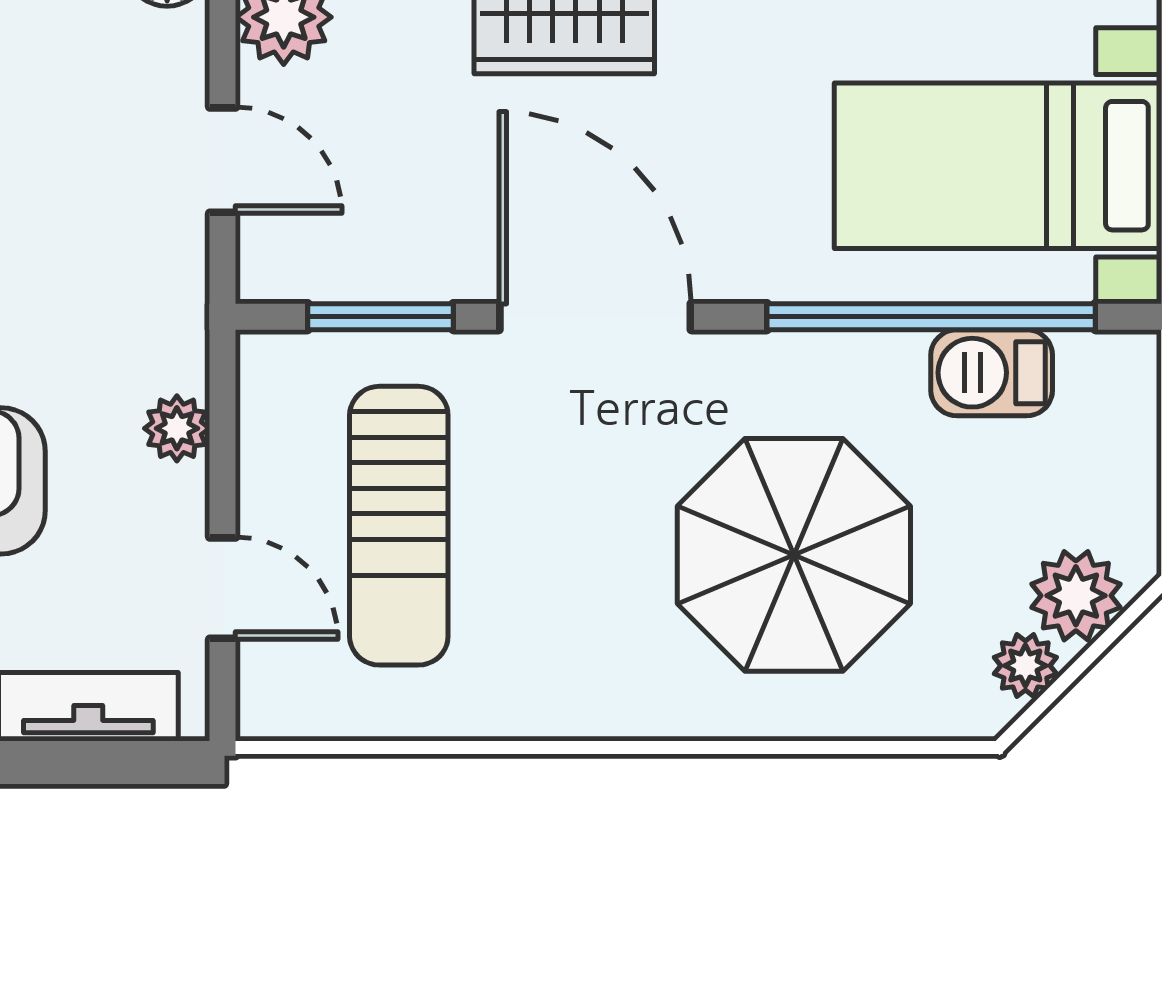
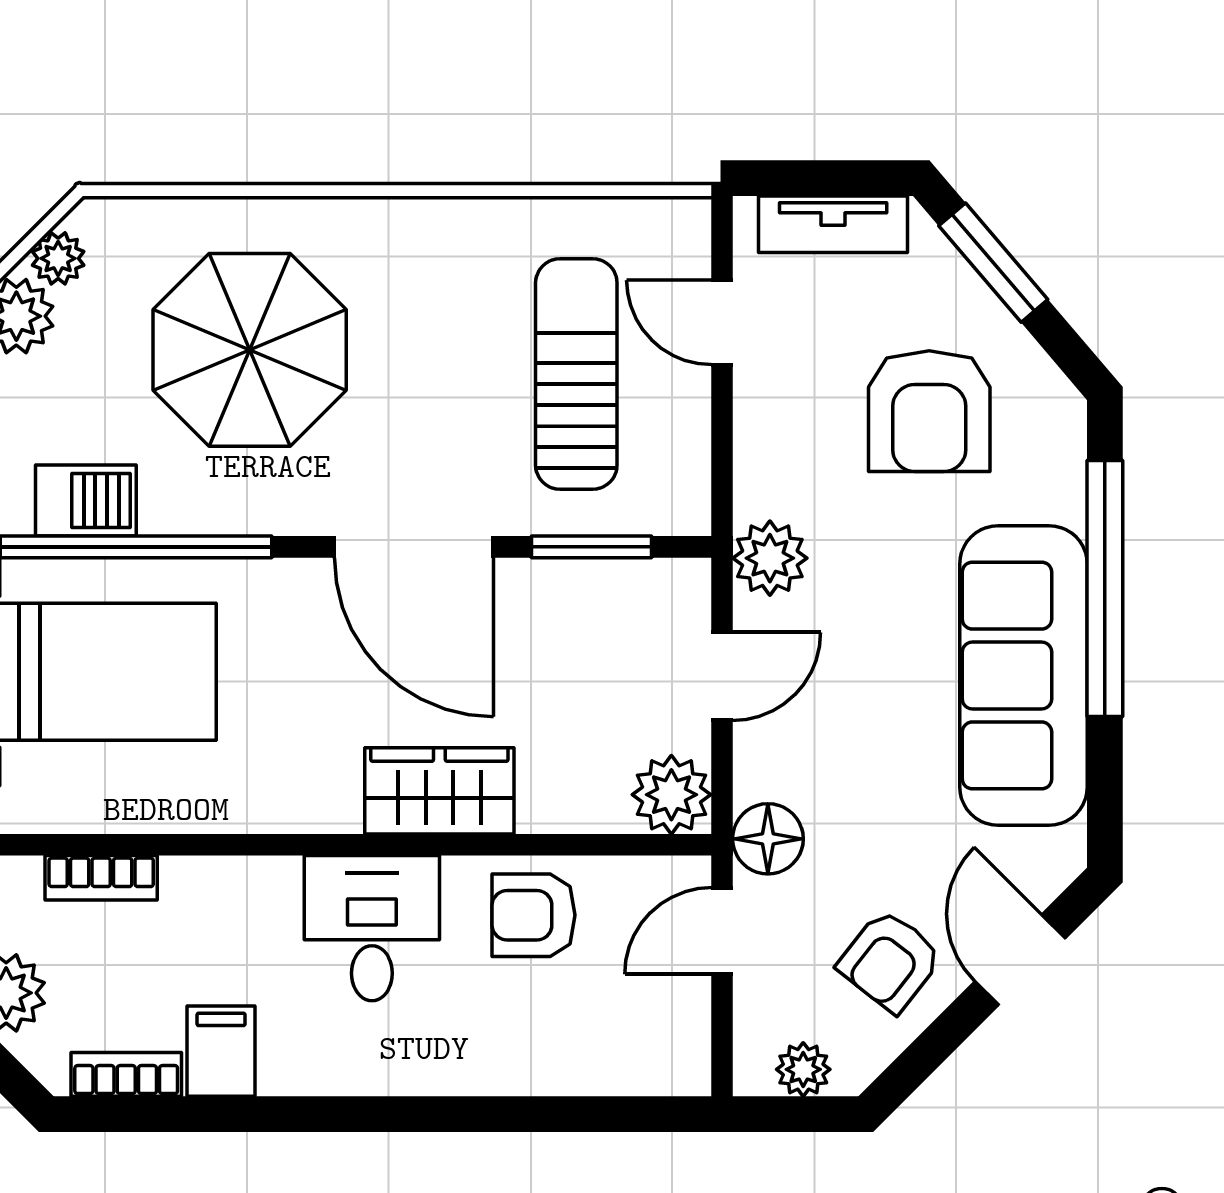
door: (223, 160) -> (722, 676), swing flipped
plant: (177, 428) -> (770, 558), moved, width x1.38, depth x1.38

